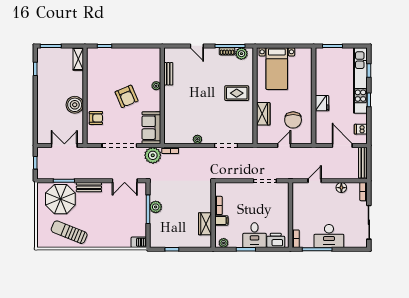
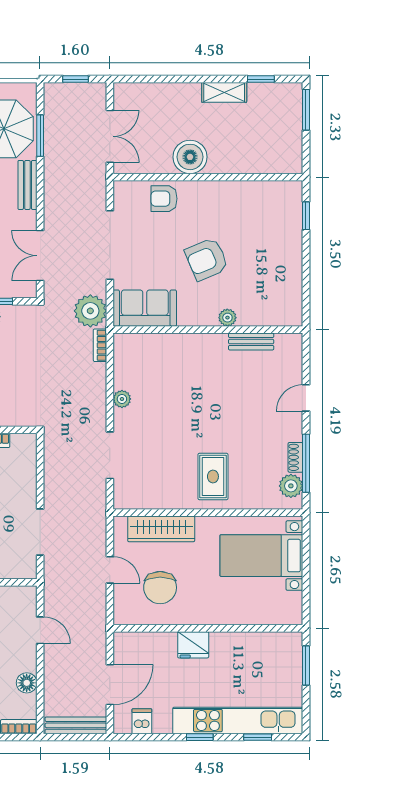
shelving: (78, 59) -> (224, 92), moved
wardrobe: (263, 114) -> (161, 529), width x1.50
armchair: (96, 118) -> (164, 199), turned 90
chair: (293, 120) -> (160, 588), turned -90

